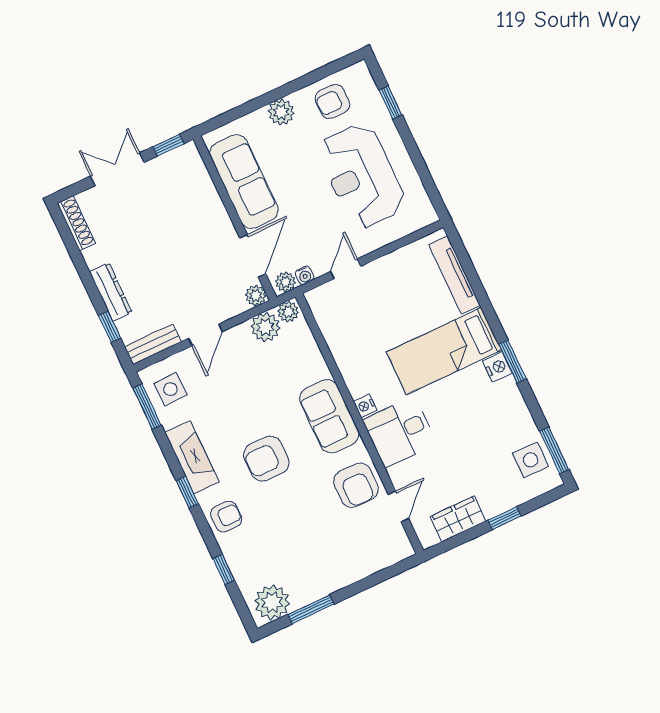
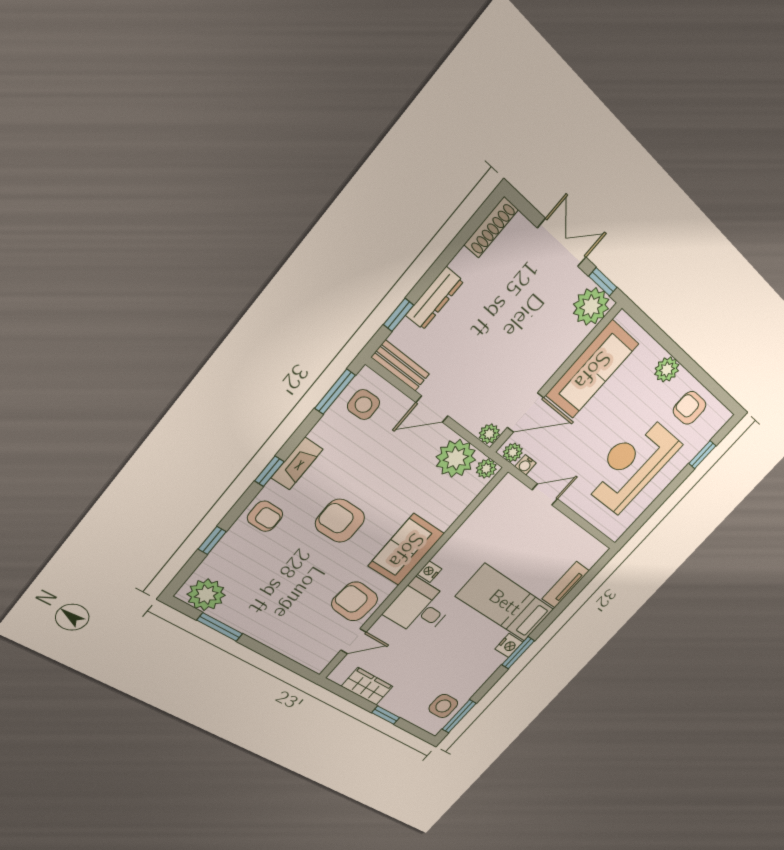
plant: (185, 163) -> (591, 306), added
tv unit: (455, 275) -> (566, 585), width x0.71
plant: (265, 327) -> (456, 458), width x1.36, depth x1.36
fireplace: (192, 457) -> (297, 463), width x0.73, depth x0.76
armchair: (356, 485) -> (355, 601), turned 95

